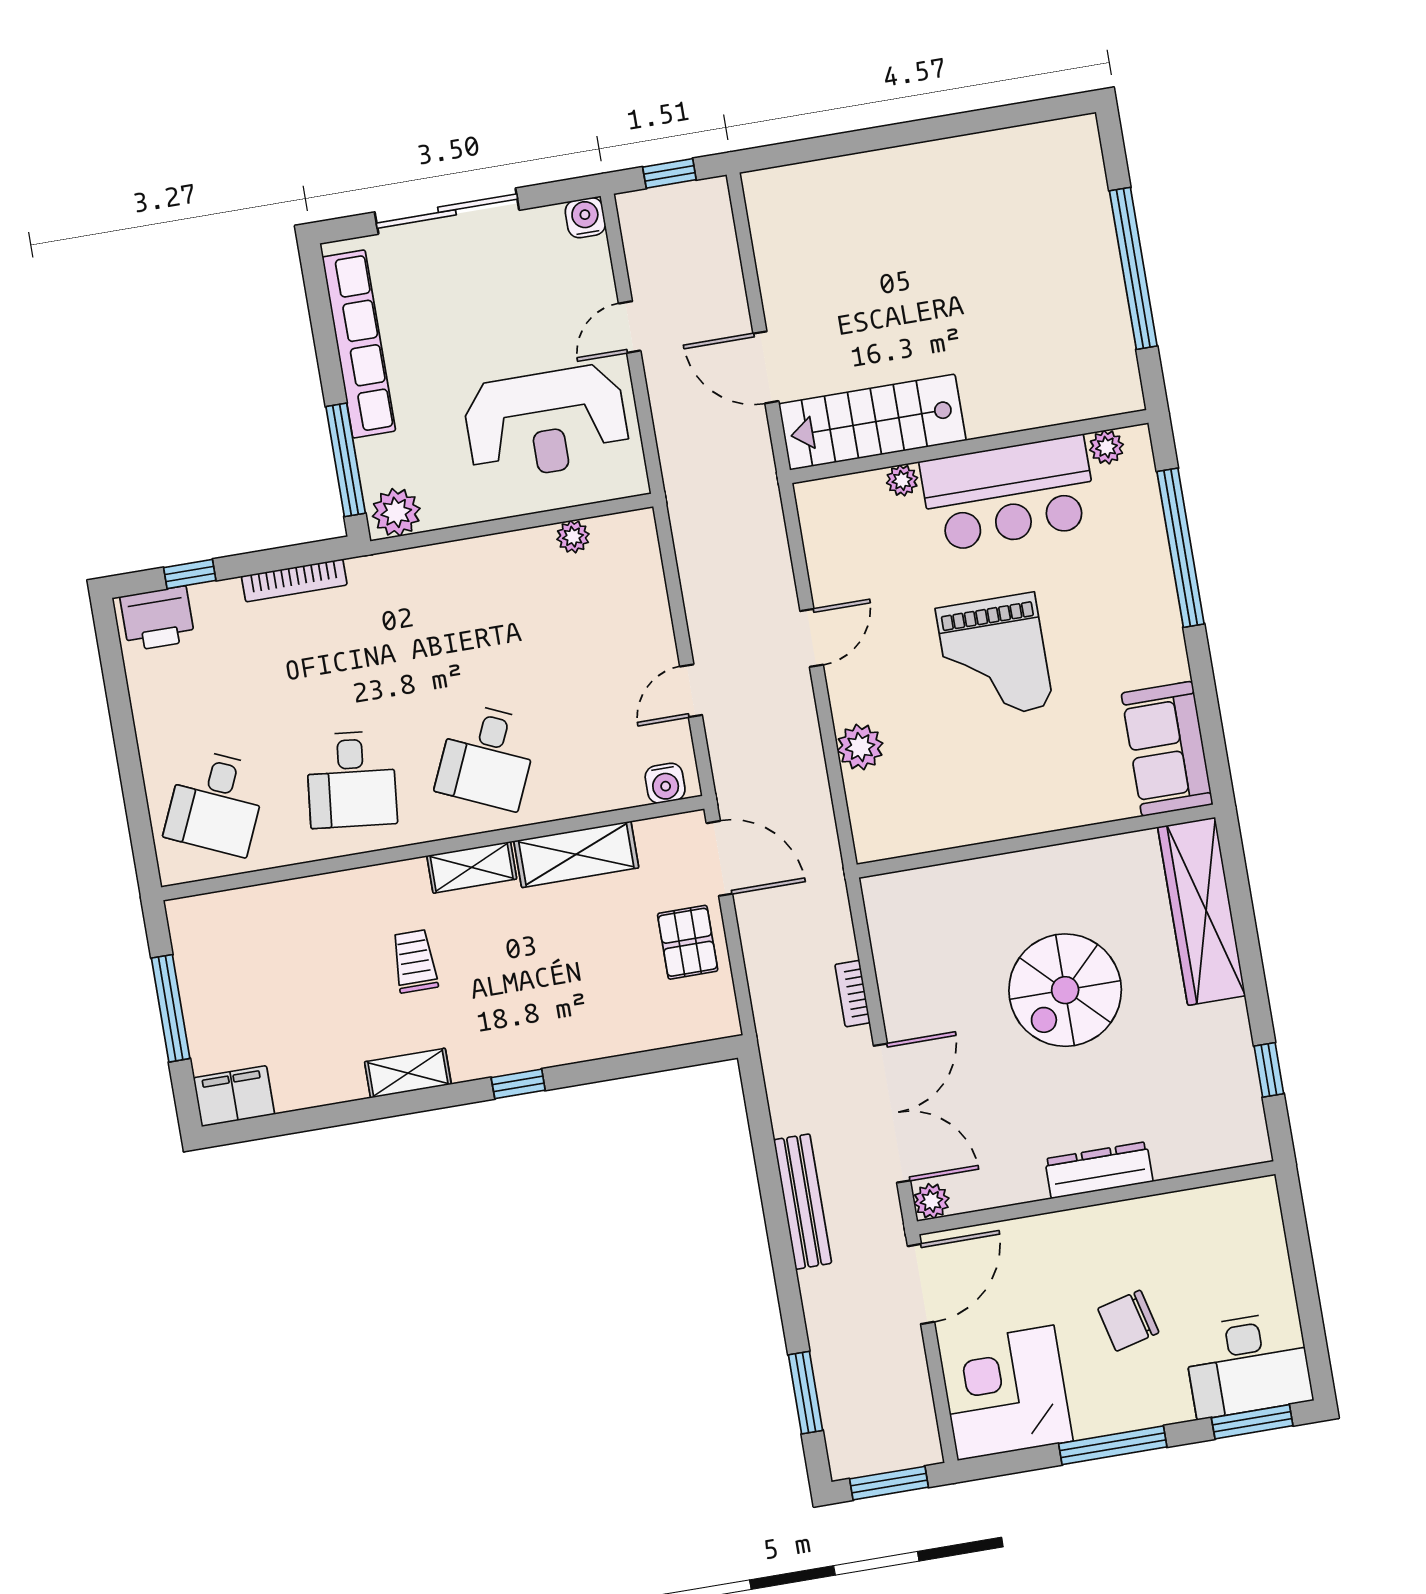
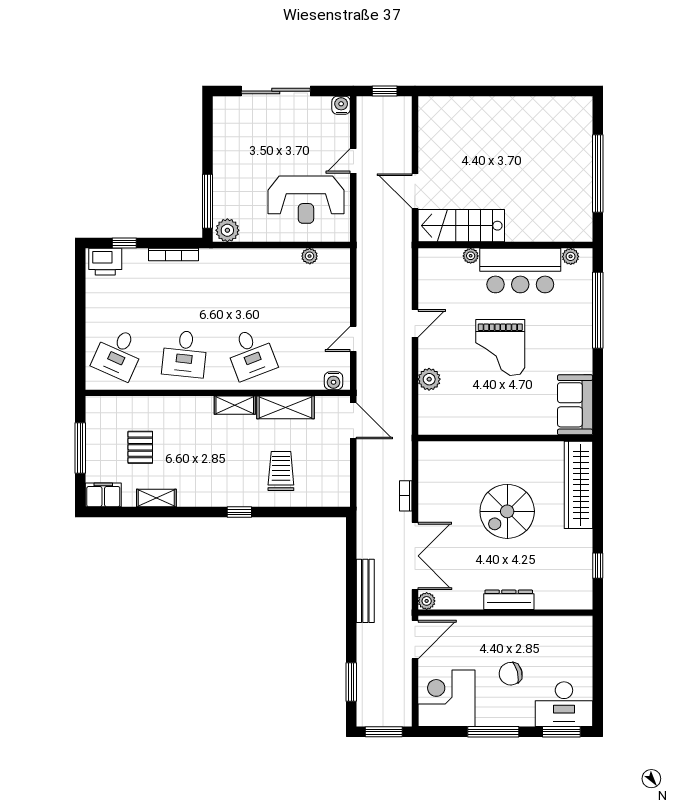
row of seats: (359, 344) -> (223, 147), removed
desk: (487, 757) -> (251, 354), turned -45
pallet: (688, 942) -> (140, 447), moved
trolley: (415, 961) -> (281, 471), moved, width x1.36, depth x1.39
shelving: (408, 1073) -> (156, 498), moved

